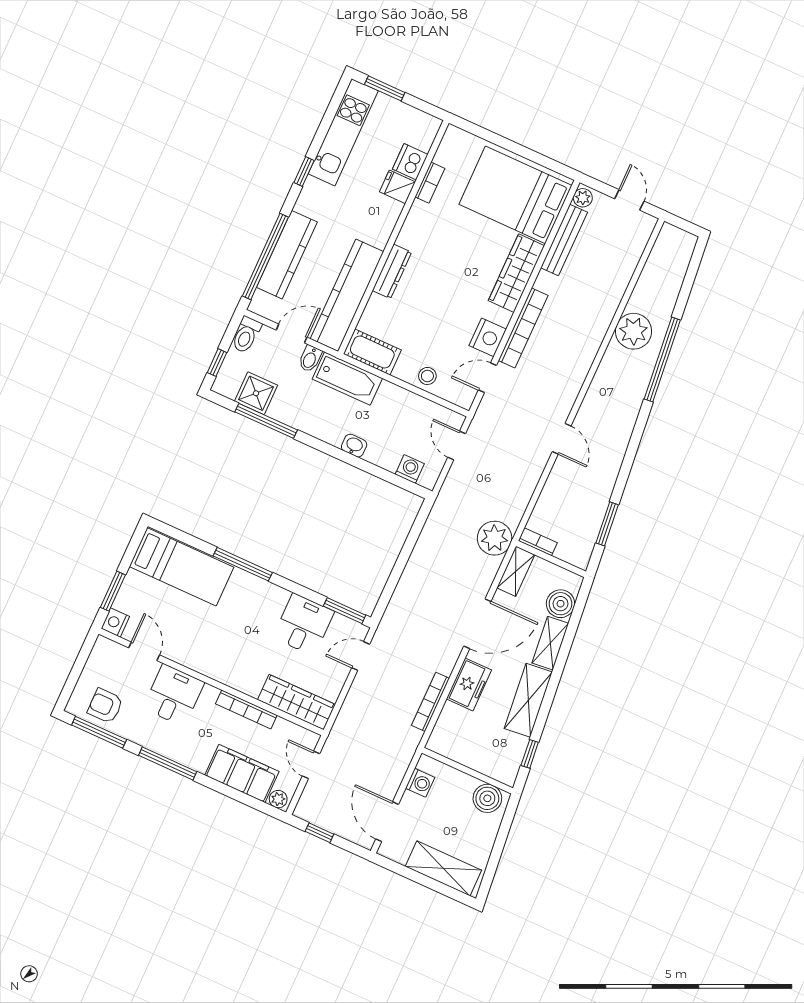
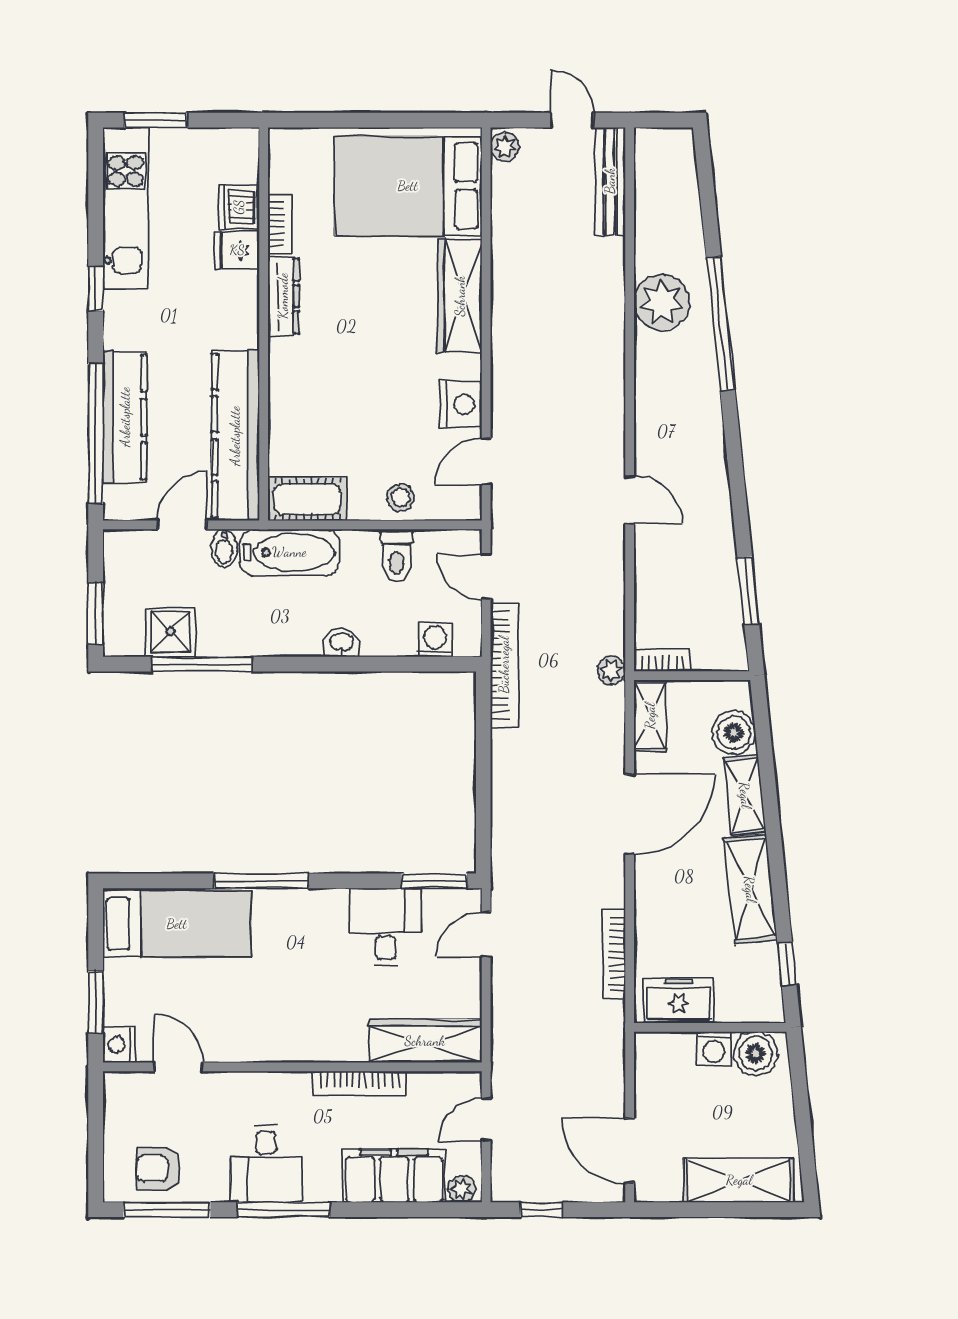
bench: (564, 240) -> (610, 181), moved
dresser: (392, 271) -> (283, 296), moved
bookcase: (523, 328) -> (504, 665), moved
toilet: (246, 335) -> (397, 556), moved
window: (217, 363) -> (96, 614), width x1.50
plant: (495, 538) -> (611, 670), width x0.53, depth x0.53
freezer: (469, 684) -> (679, 1000), moved, turned -90
desk: (174, 695) -> (266, 1164), moved, turned 180
door: (311, 765) -> (486, 1120), hinge flipped
washing machine: (420, 783) -> (714, 1049), moved, turned 90

